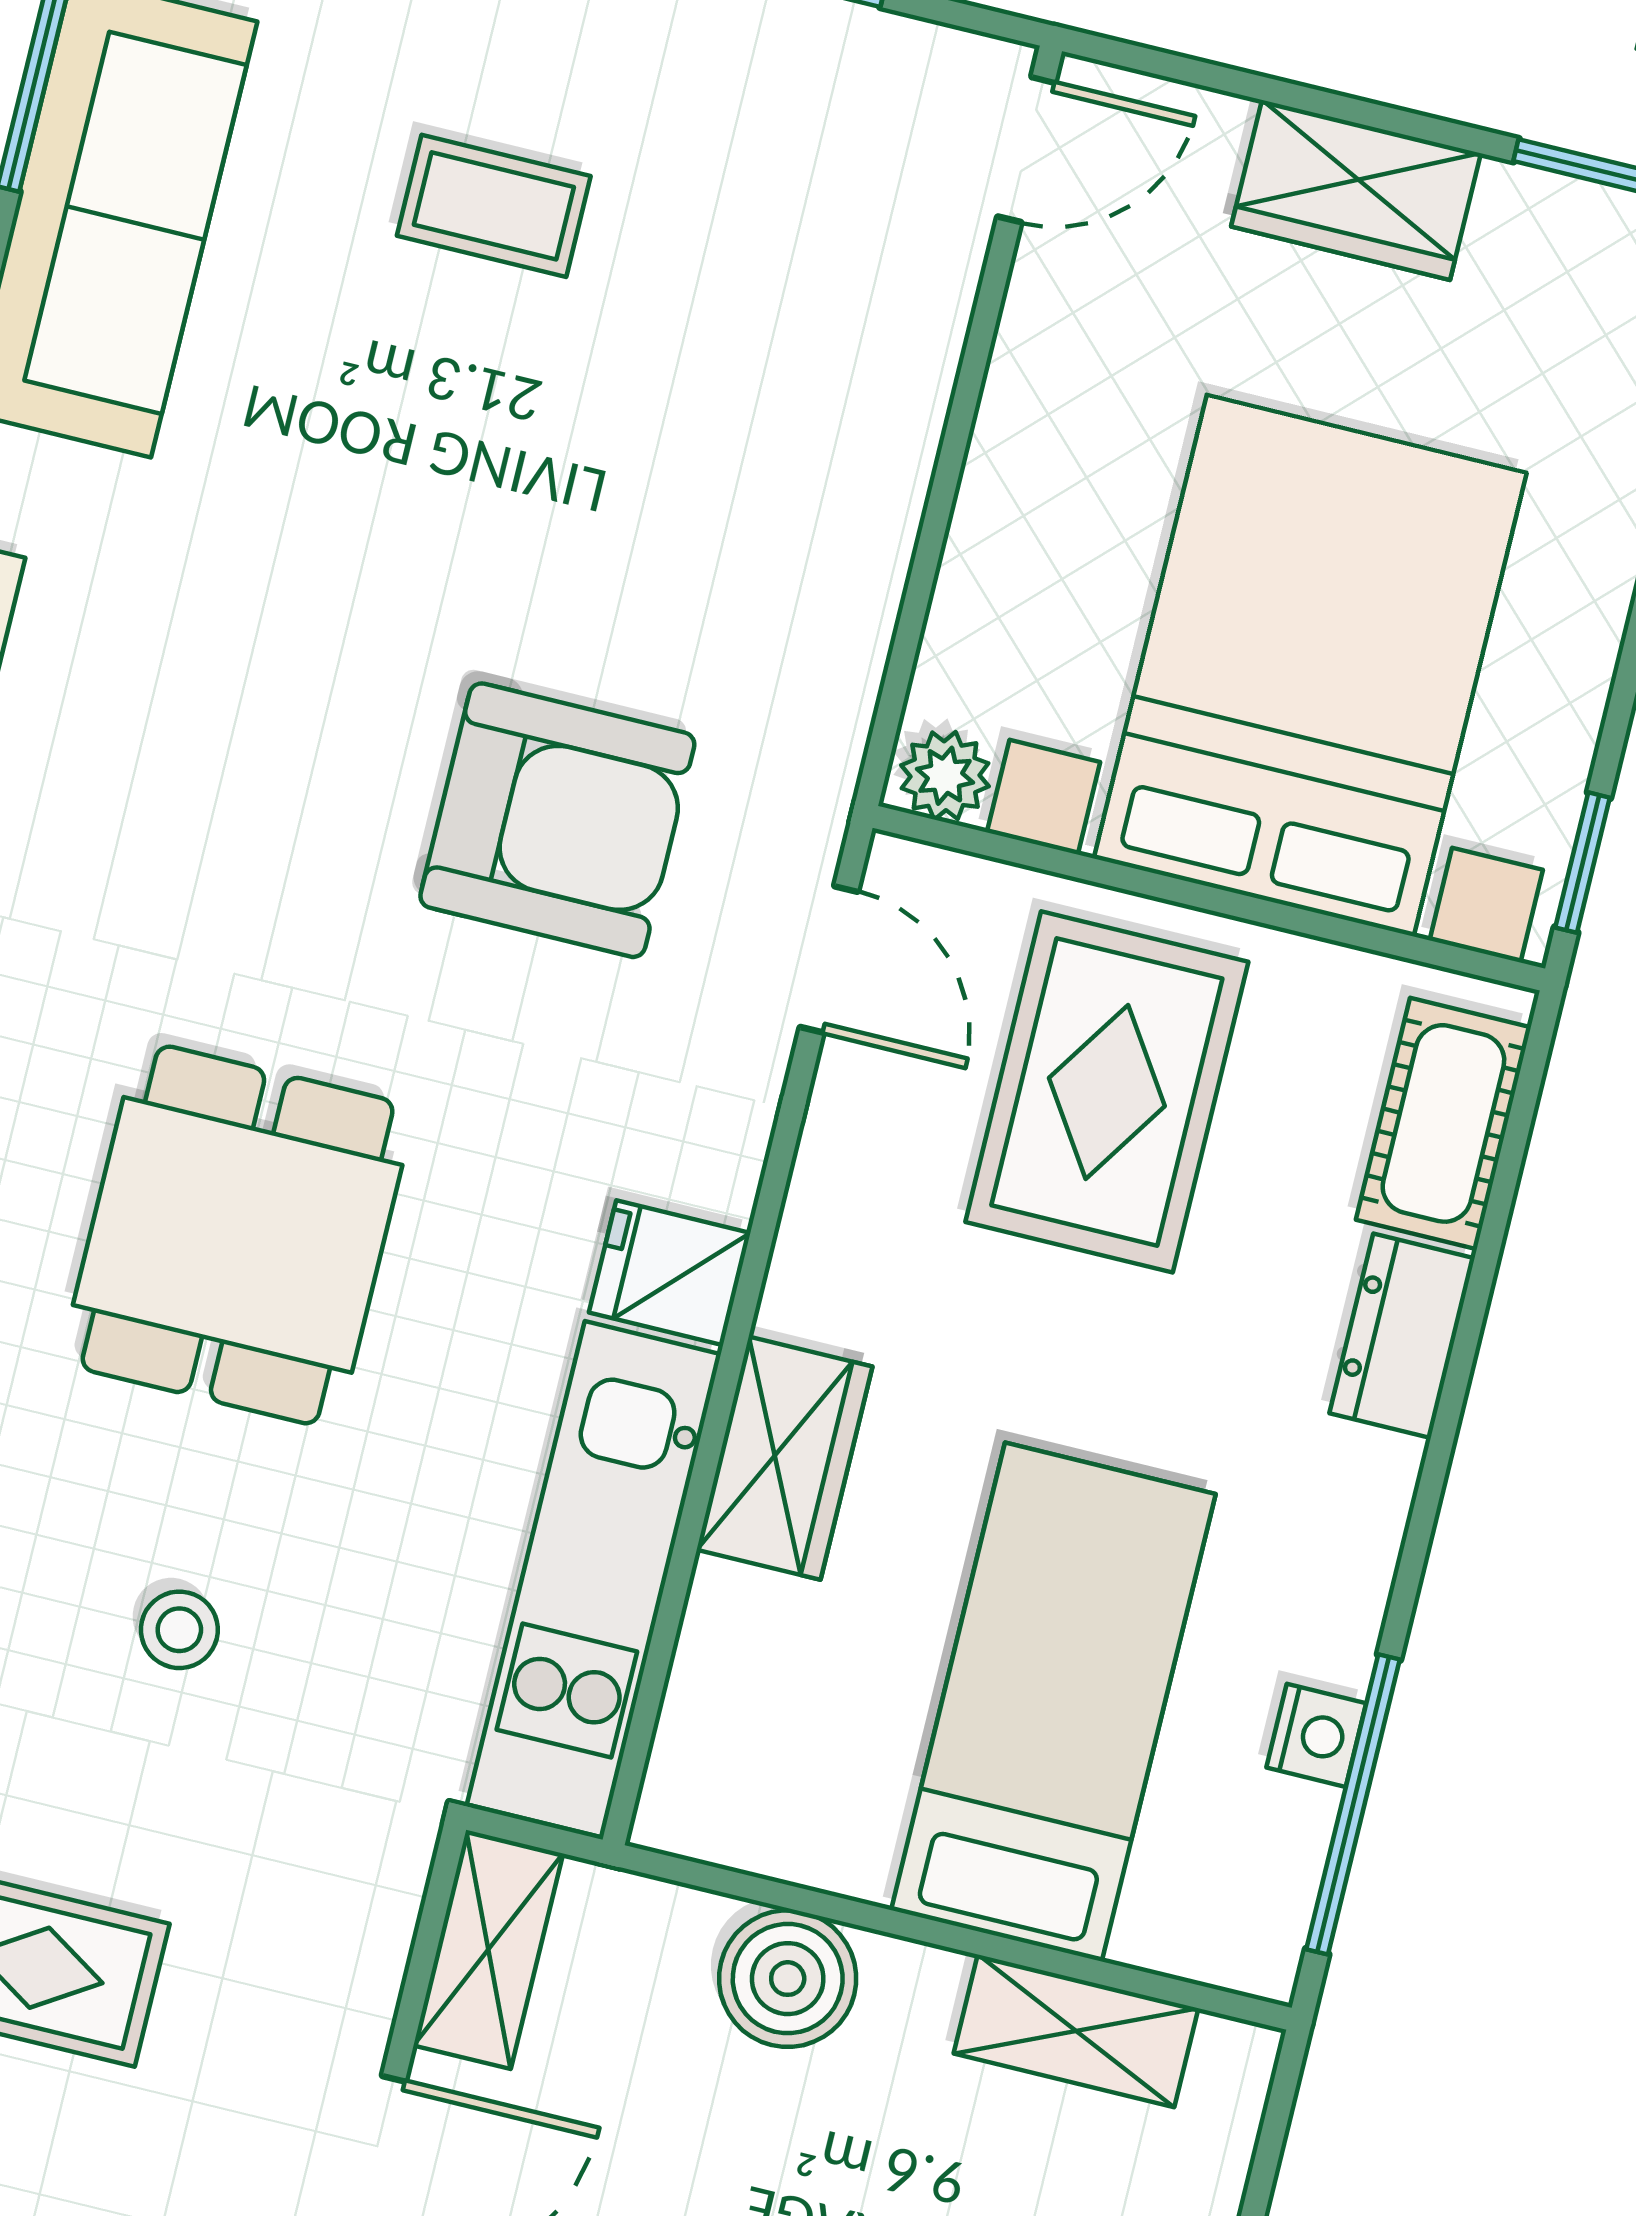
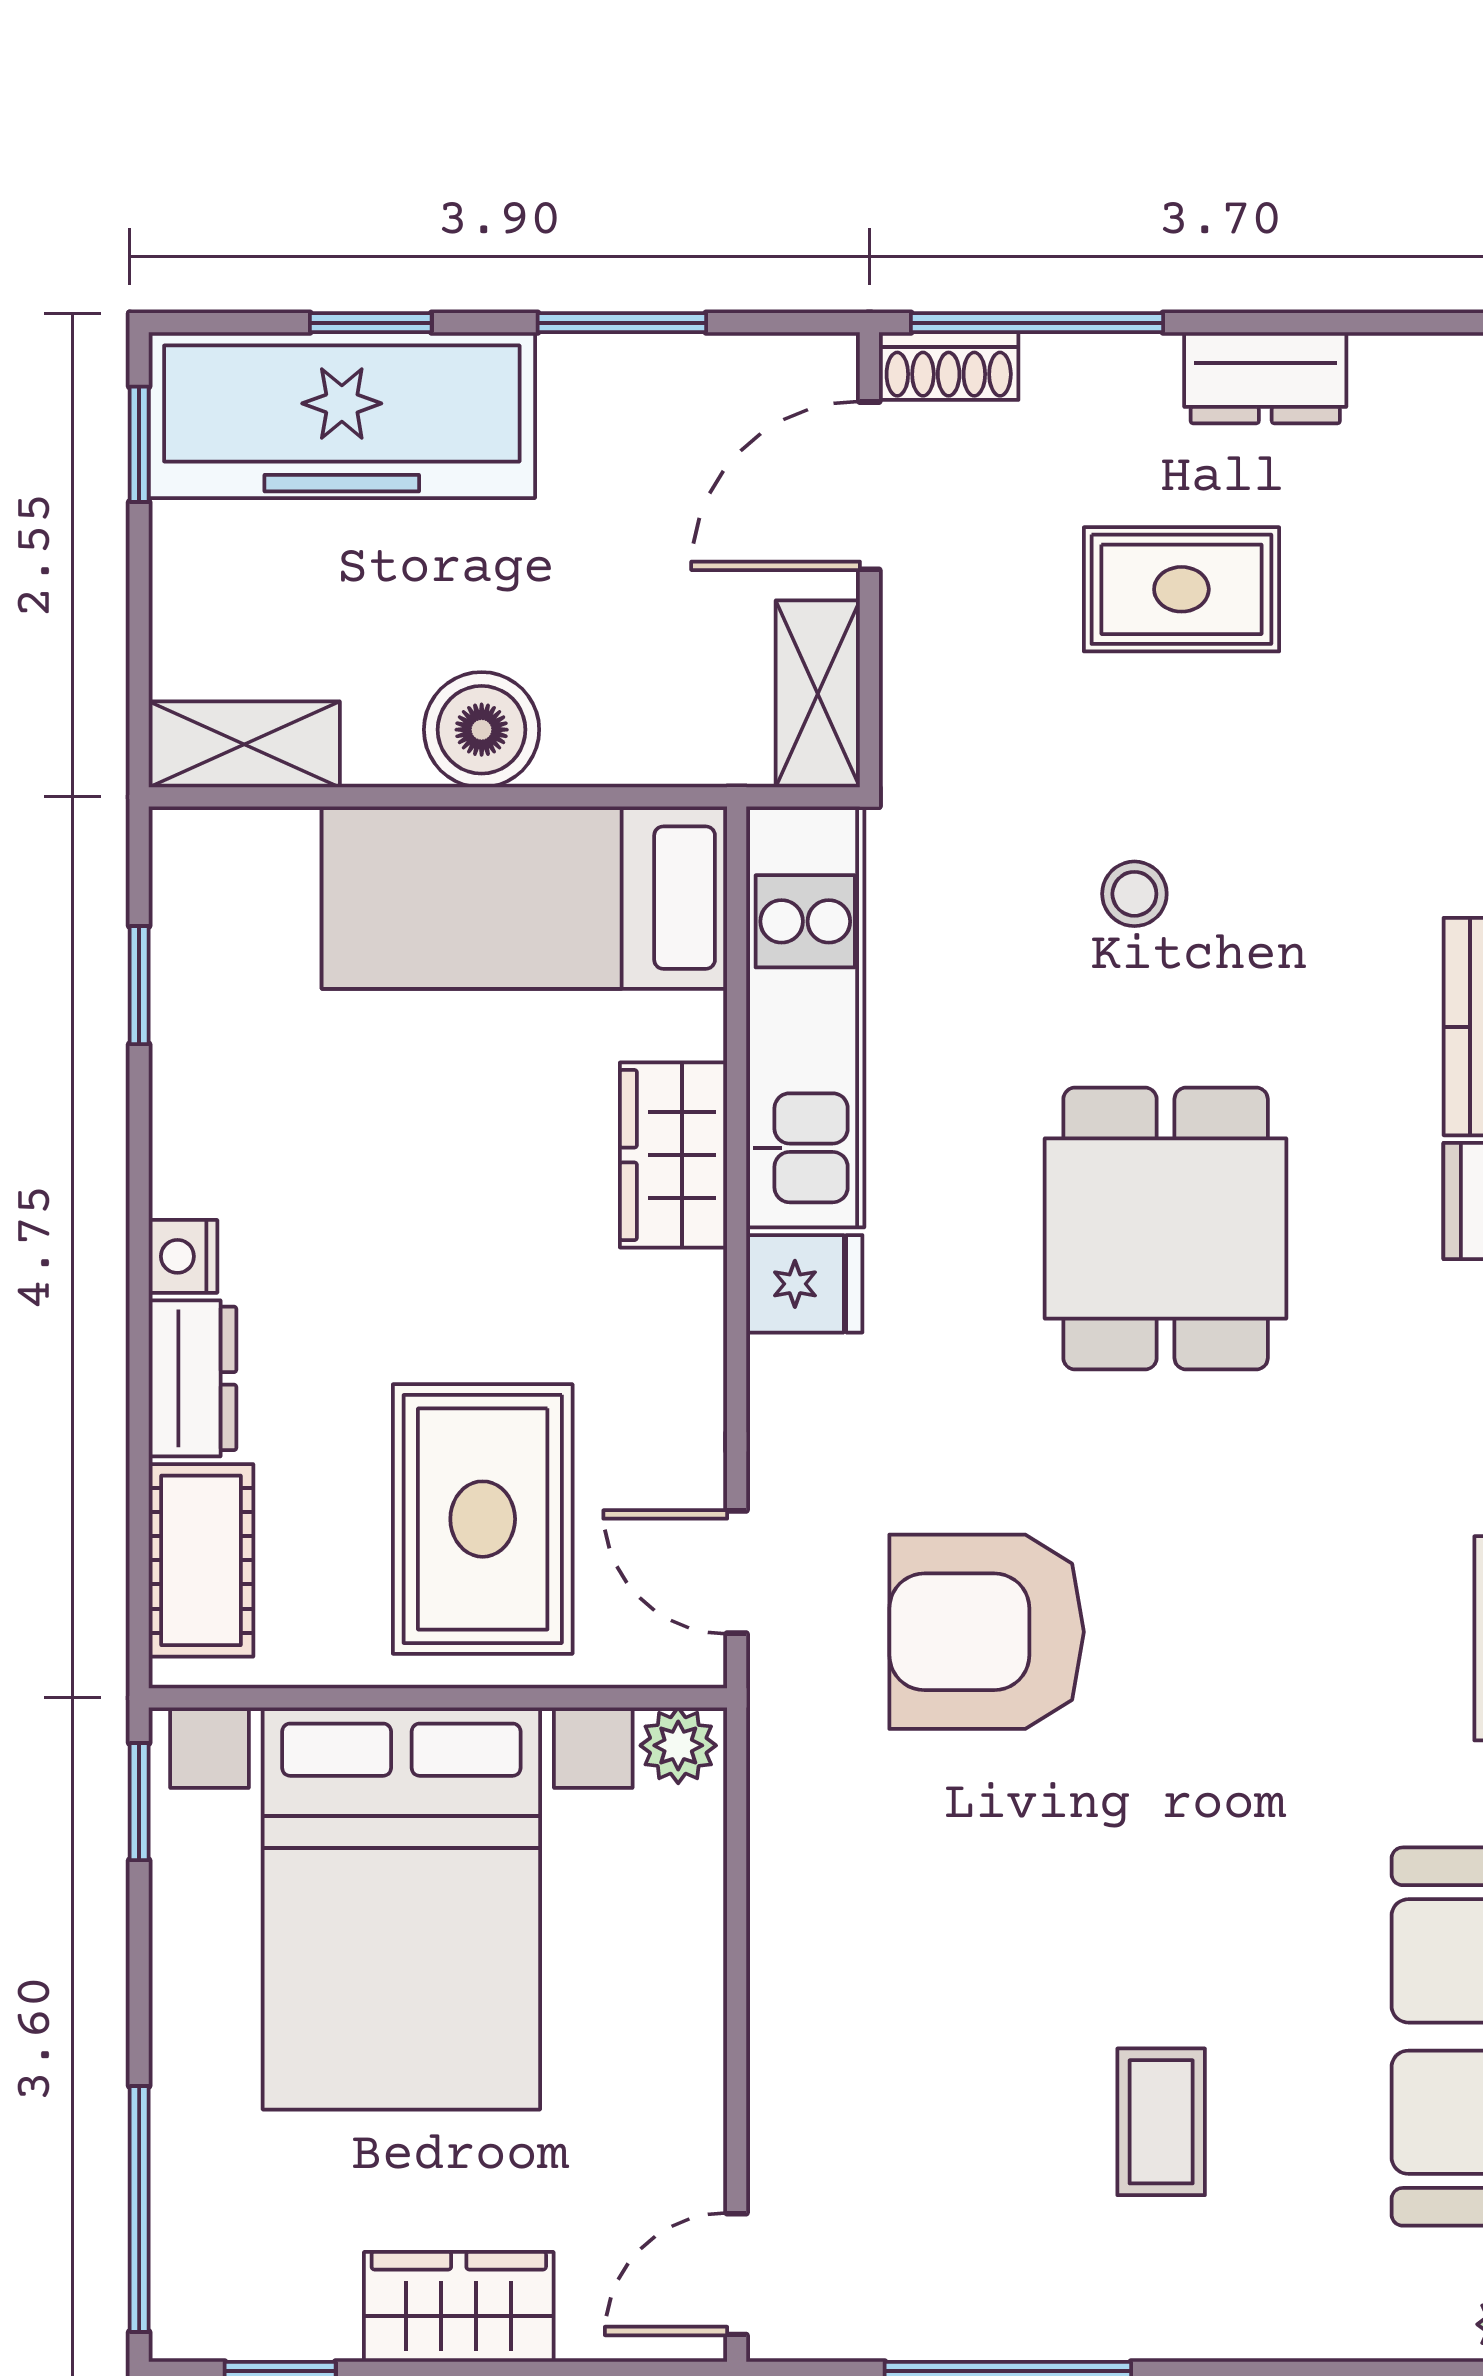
coffee table: (494, 206) -> (1161, 2122), turned 90
bed: (1053, 1702) -> (524, 898), moved, turned 90
nightstand: (1316, 1735) -> (183, 1256), moved
window: (1353, 1804) -> (139, 985), width x0.46
boiler: (788, 1979) -> (482, 730), moved
shelving: (1076, 2031) -> (244, 744), moved

